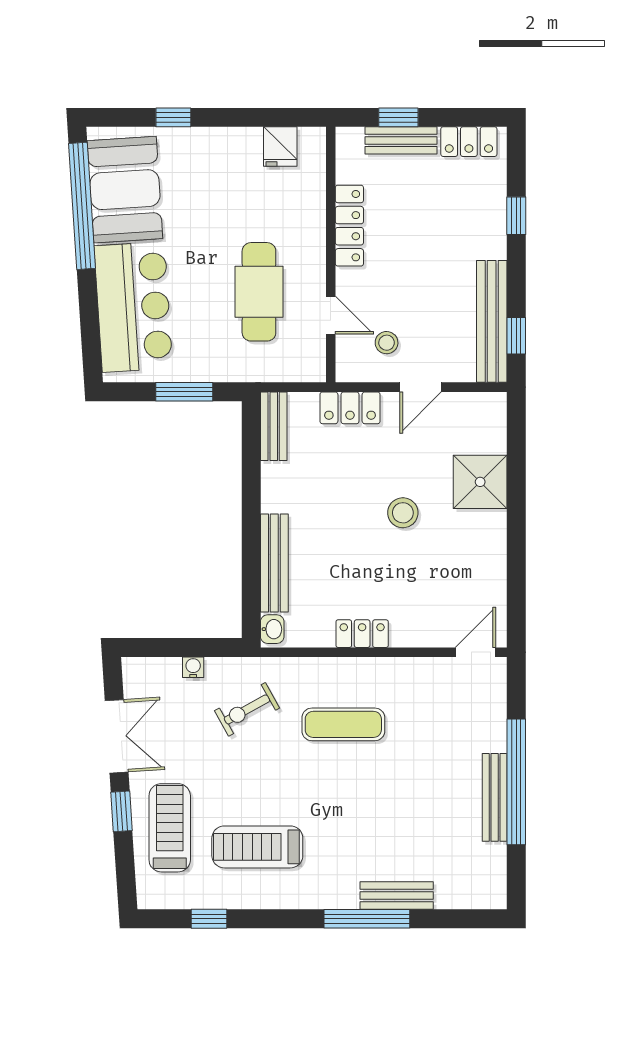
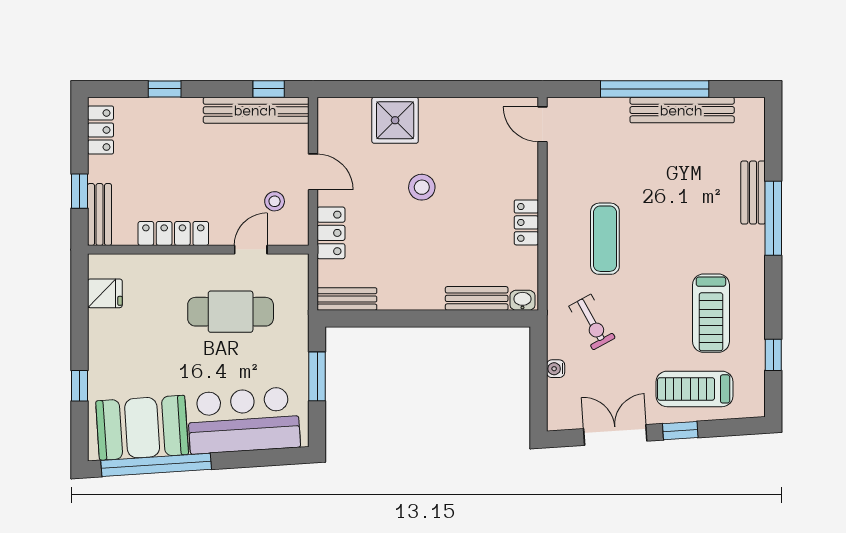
bench: (401, 140) -> (100, 214), moved
bench: (274, 563) -> (477, 298), width x0.73
bench: (495, 797) -> (682, 110), width x1.37, depth x1.21

